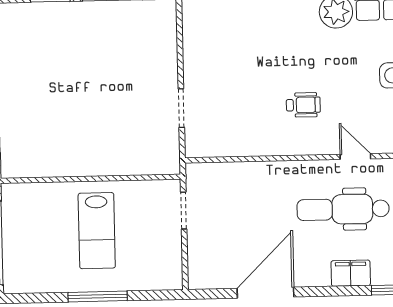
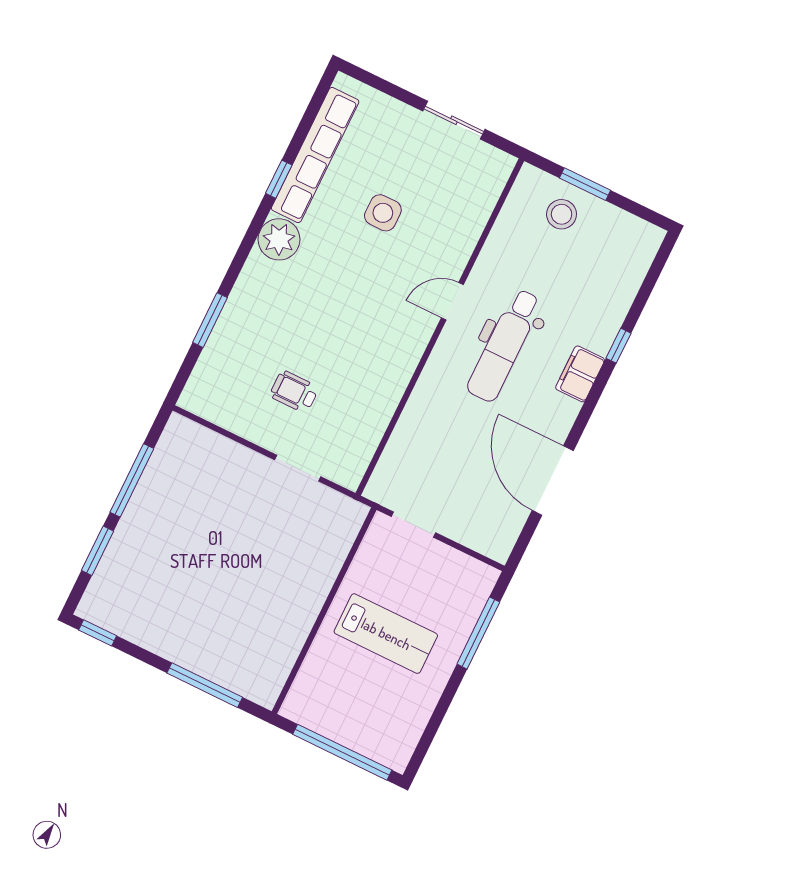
wheelchair: (303, 105) -> (294, 392), moved, turned -90
window: (98, 296) -> (478, 633), moved

